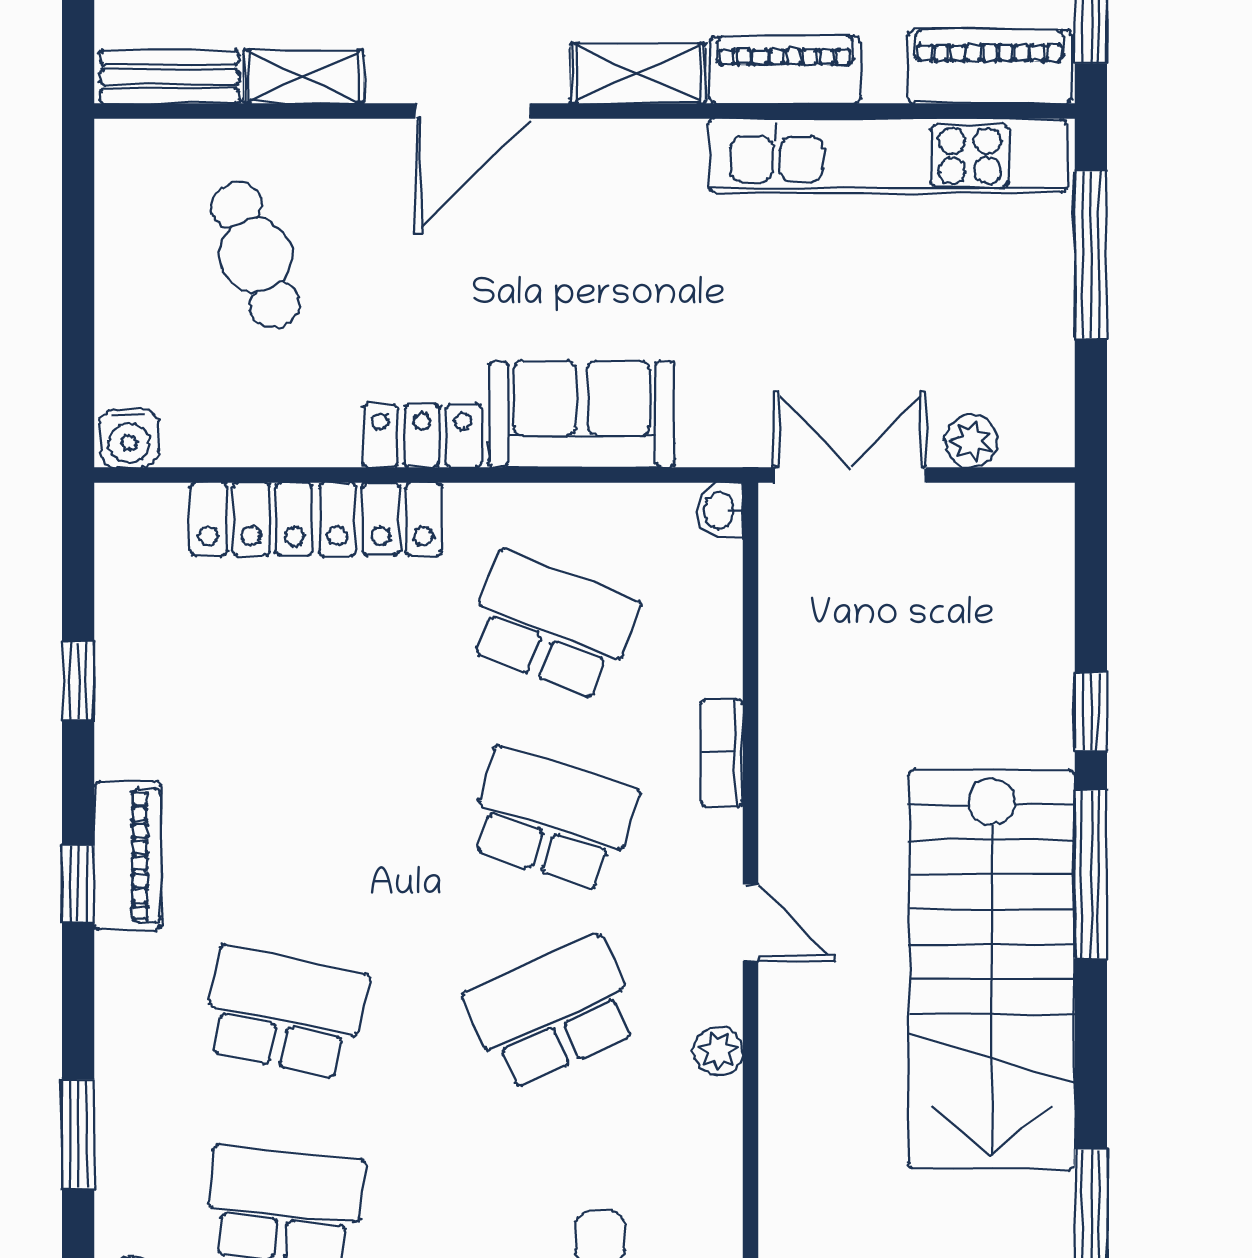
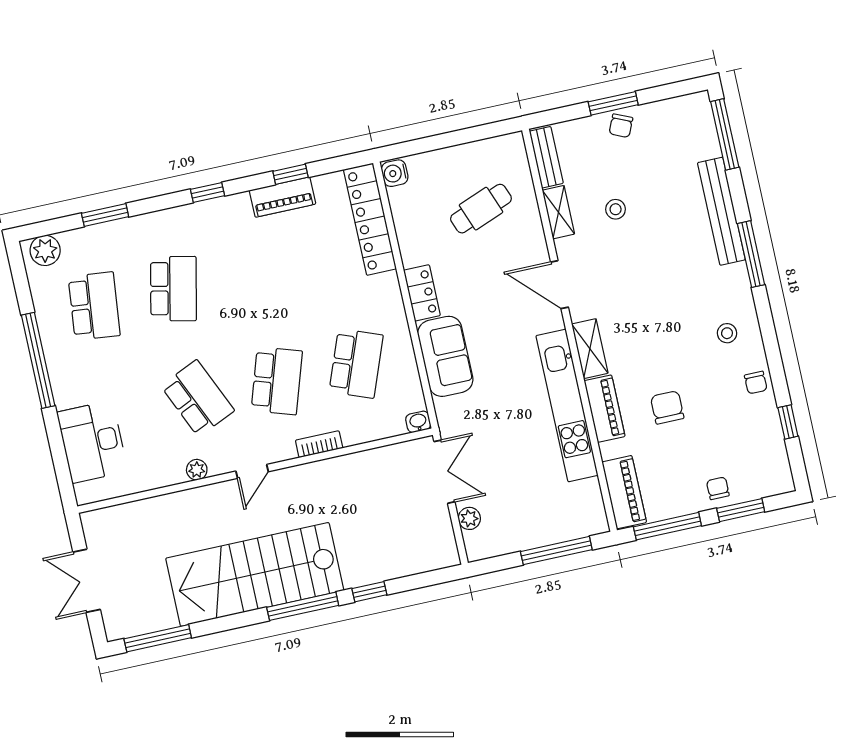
kitchen unit: (887, 156) -> (567, 405), moved
locker: (316, 519) -> (370, 219), moved
piano: (127, 855) -> (283, 197), moved

